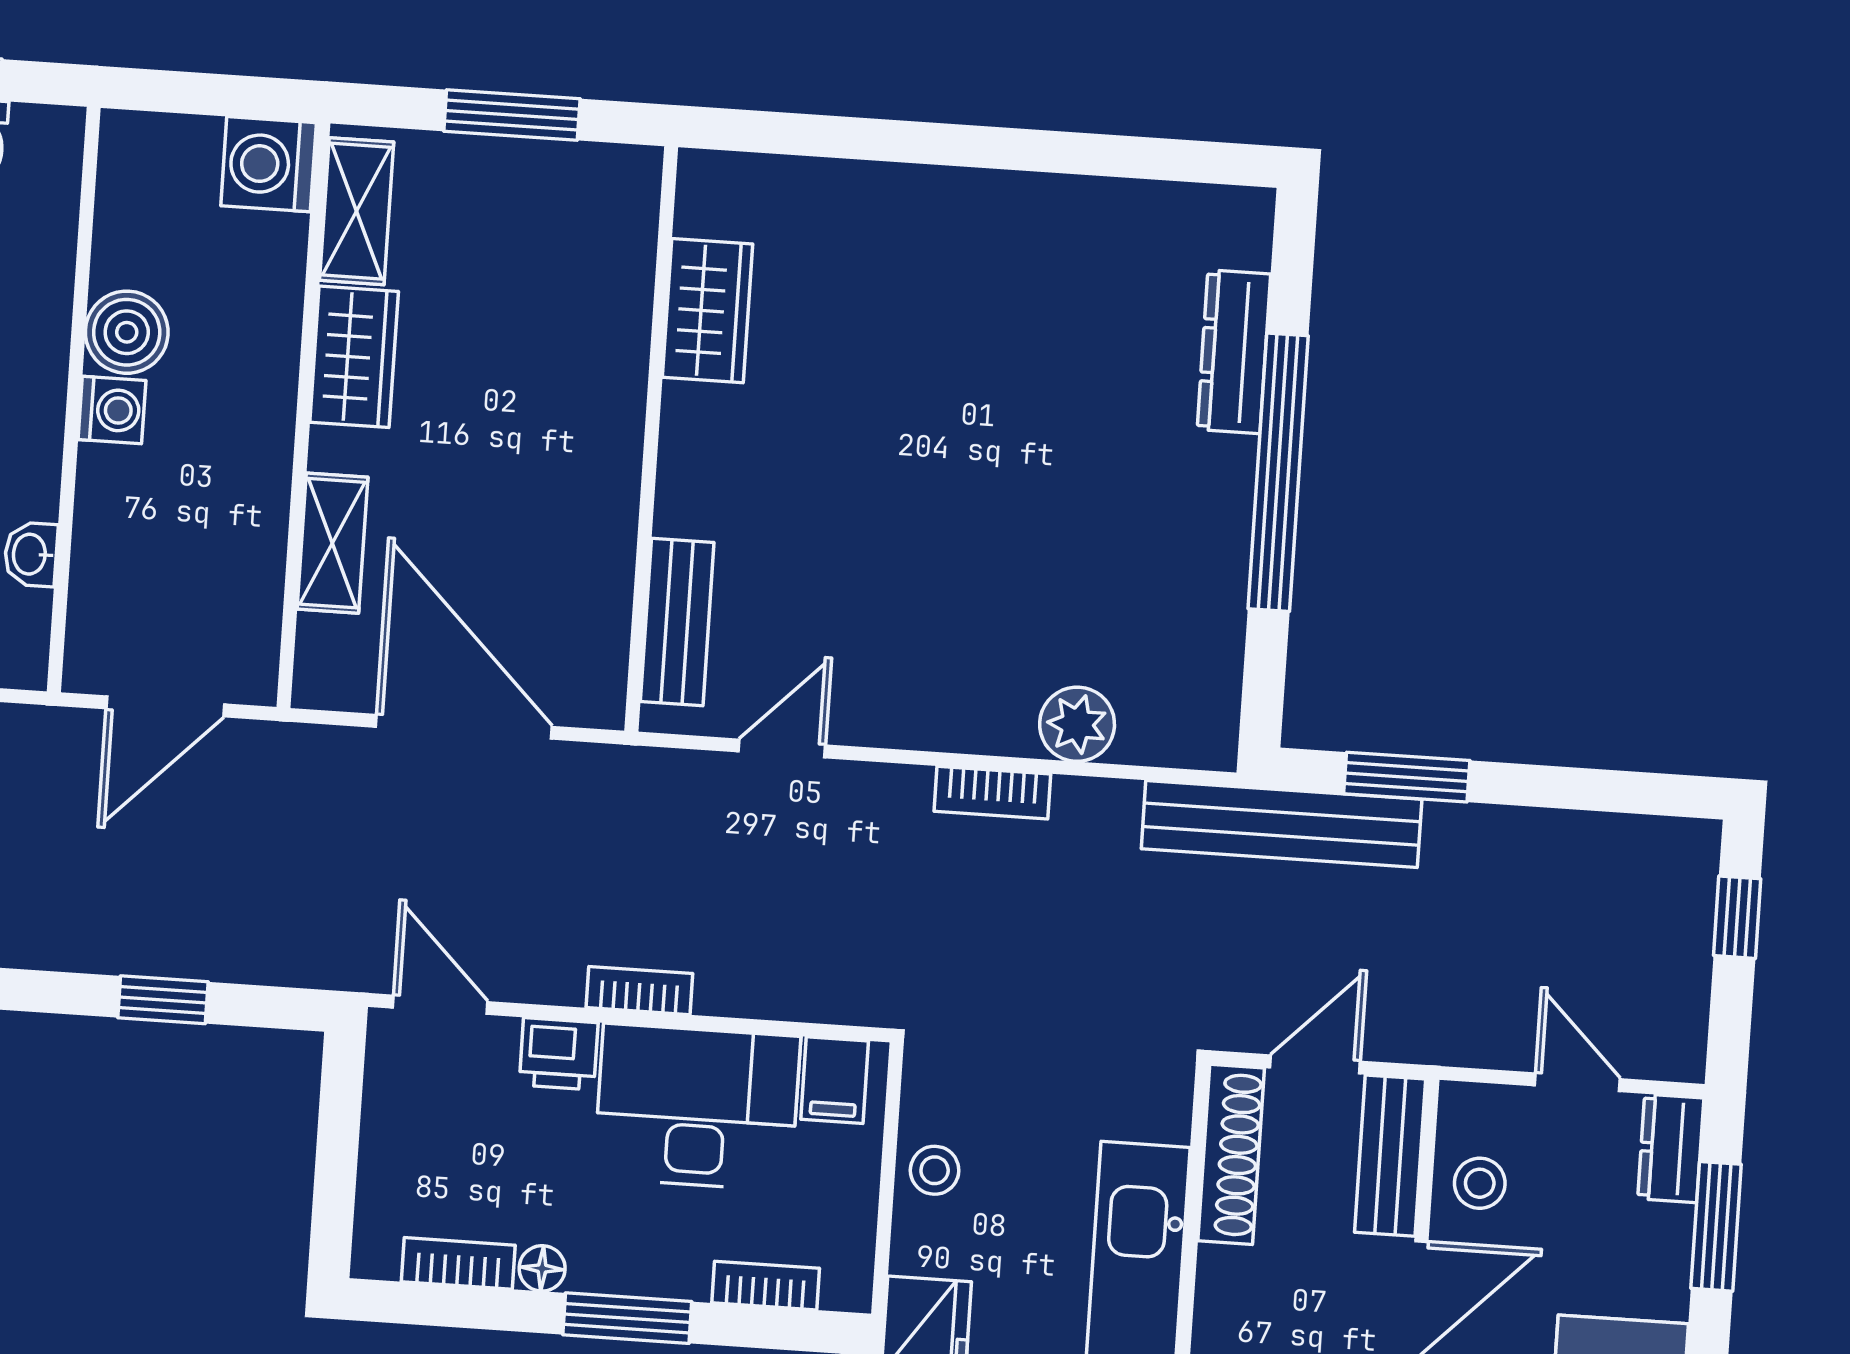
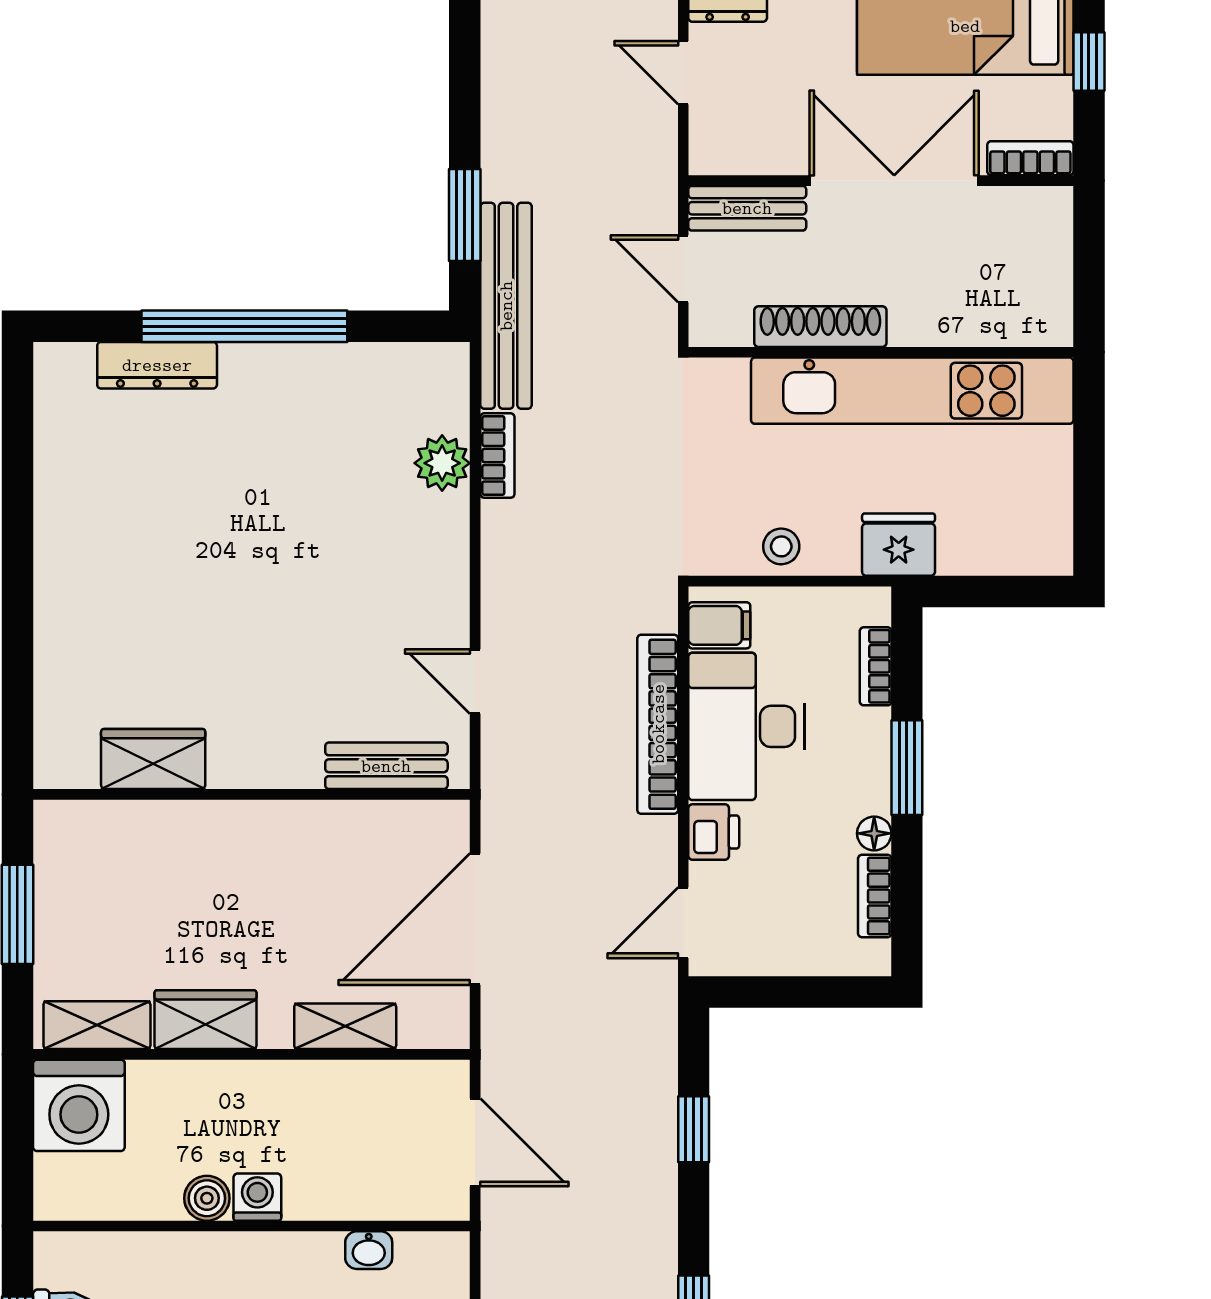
washing machine: (269, 164) -> (79, 1105), width x1.37, depth x1.37
boiler: (127, 332) -> (207, 1198), width x0.73, depth x0.73
bookcase: (992, 793) -> (497, 456), moved
bookcase: (639, 991) -> (658, 724), width x2.31, depth x1.31
door: (1577, 1082) -> (683, 73), hinge flipped
shoe rack: (1231, 1154) -> (820, 327), moved
stool: (1480, 1183) -> (763, 140), removed

